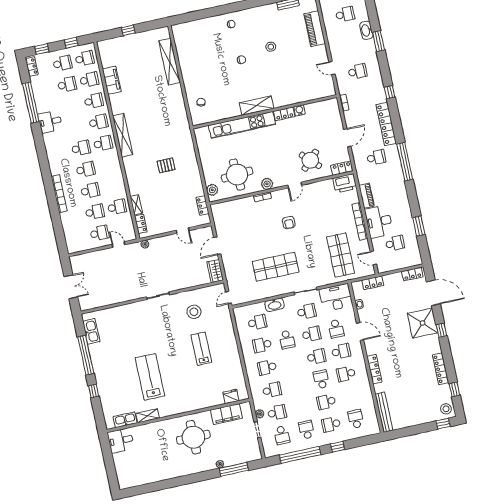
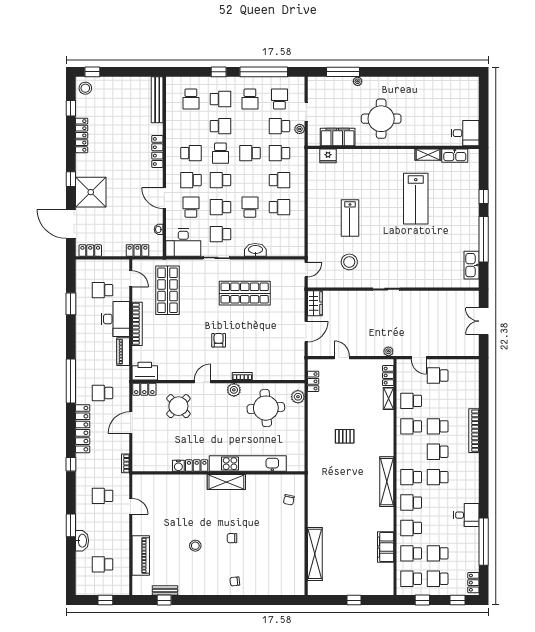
school desk: (95, 212) -> (411, 426), moved
school desk: (257, 322) -> (250, 153), moved

